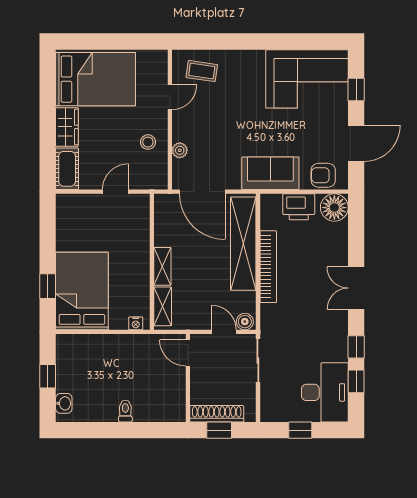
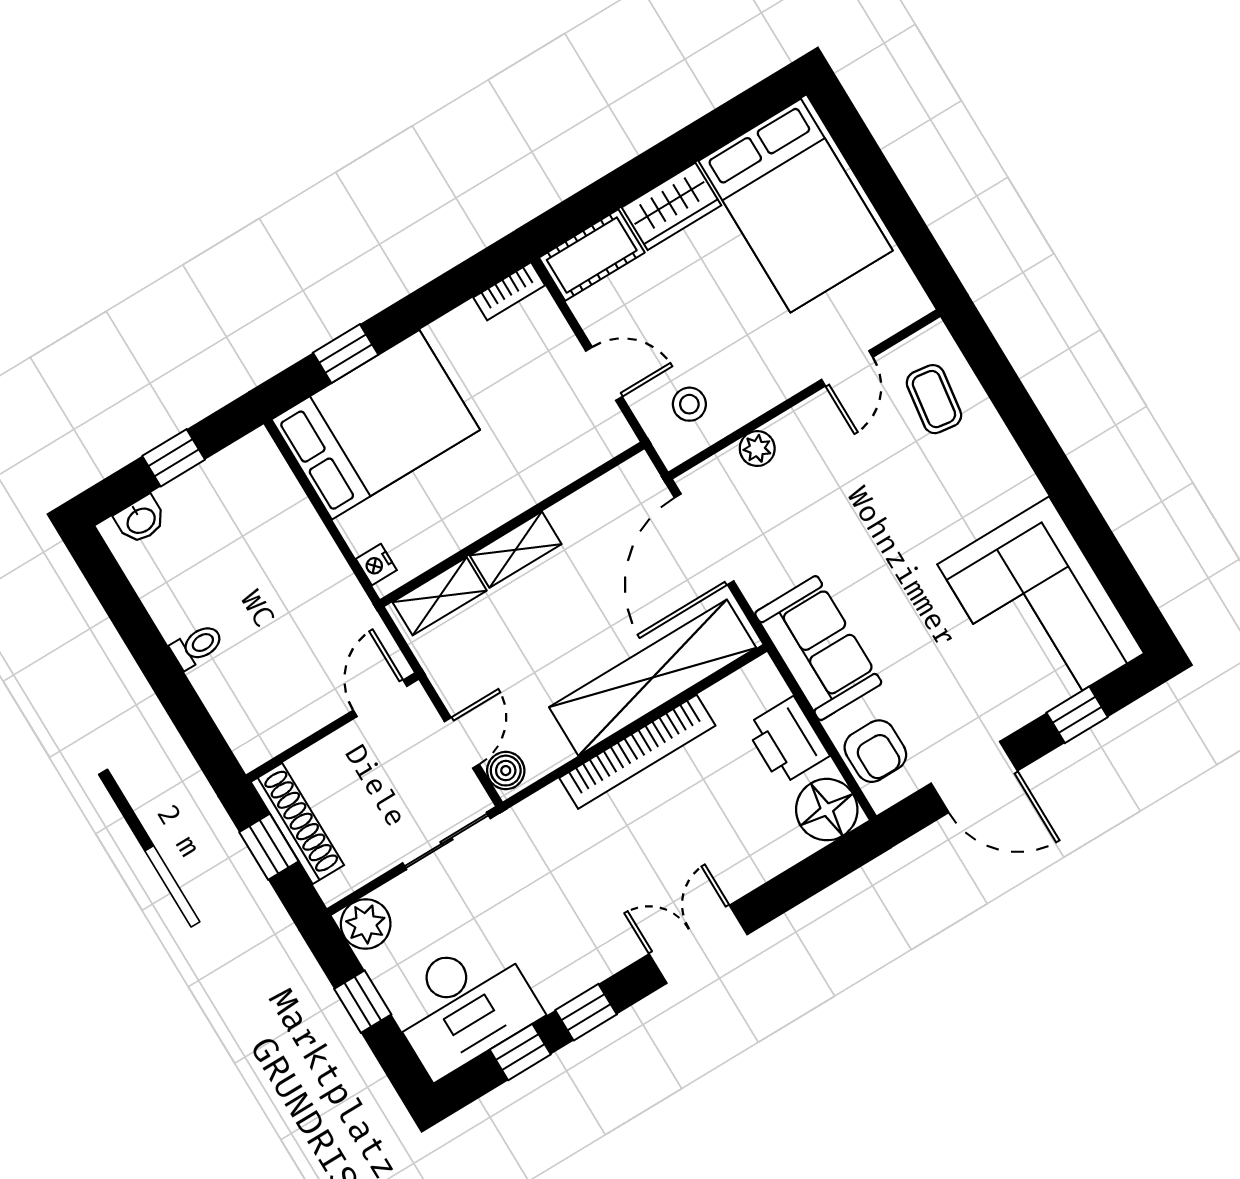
door: (170, 97) -> (847, 368), hinge flipped
stool: (148, 142) -> (689, 404), moved
armchair: (323, 175) -> (875, 751), turned 180
bookcase: (62, 209) -> (509, 291), added
plant: (271, 411) -> (366, 924), added

